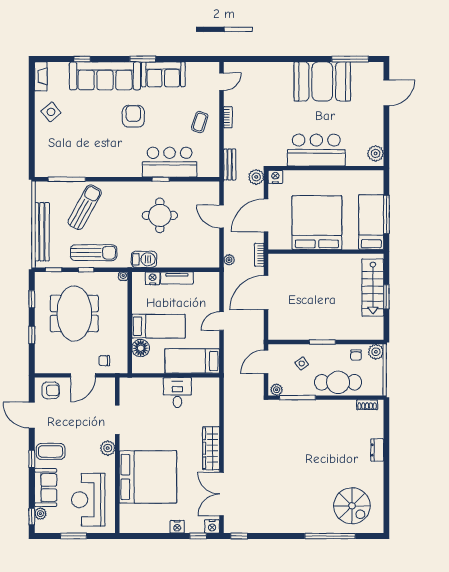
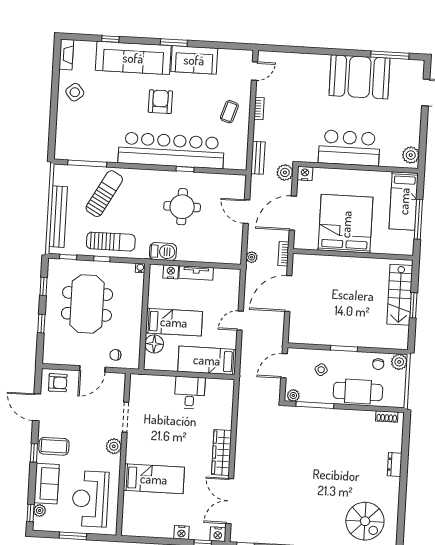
bar counter: (170, 162) -> (171, 150), width x1.86
bed: (371, 222) -> (404, 201), moved, turned 180
bed: (148, 477) -> (154, 479), width x0.49

